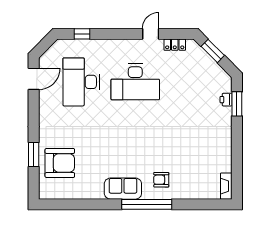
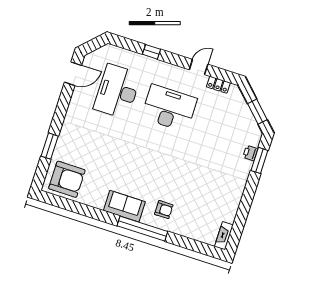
window: (82, 34) -> (151, 52), moved
window: (213, 51) -> (257, 112), moved
desk: (135, 82) -> (169, 108), turned 180
armchair: (60, 163) -> (67, 179), moved
armchair: (161, 180) -> (164, 210), turned 180

